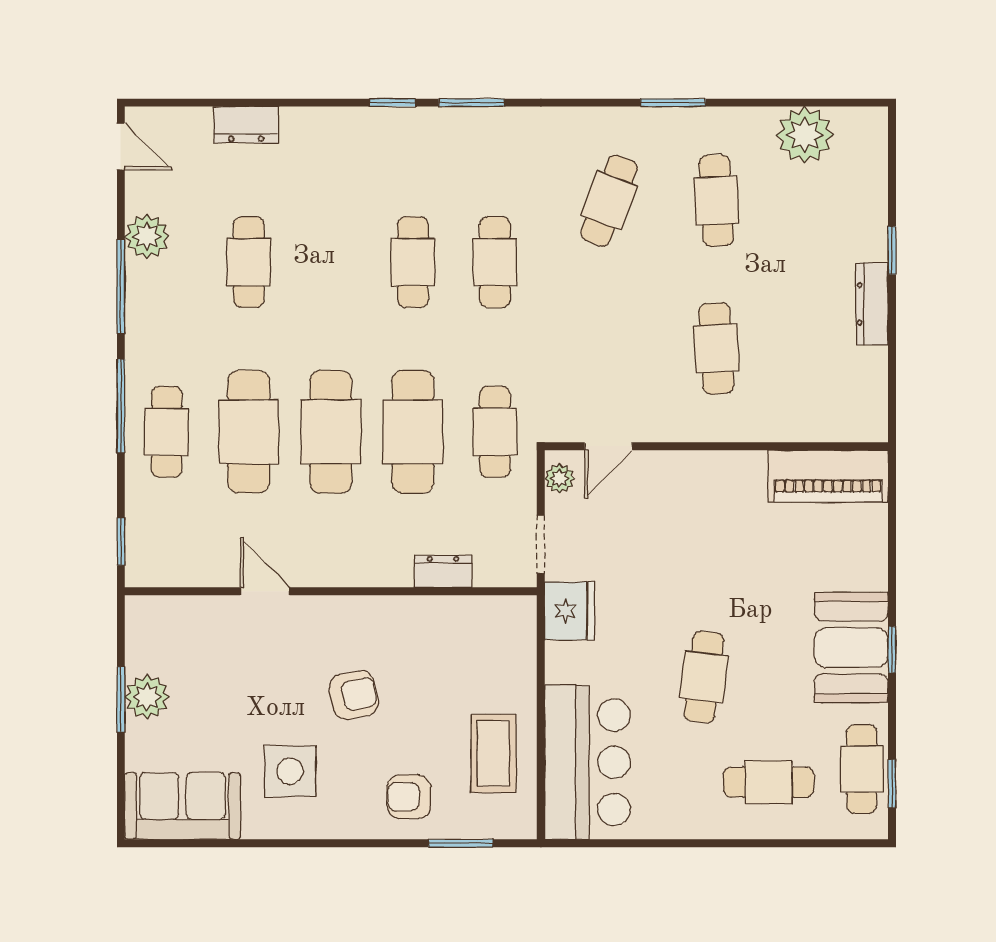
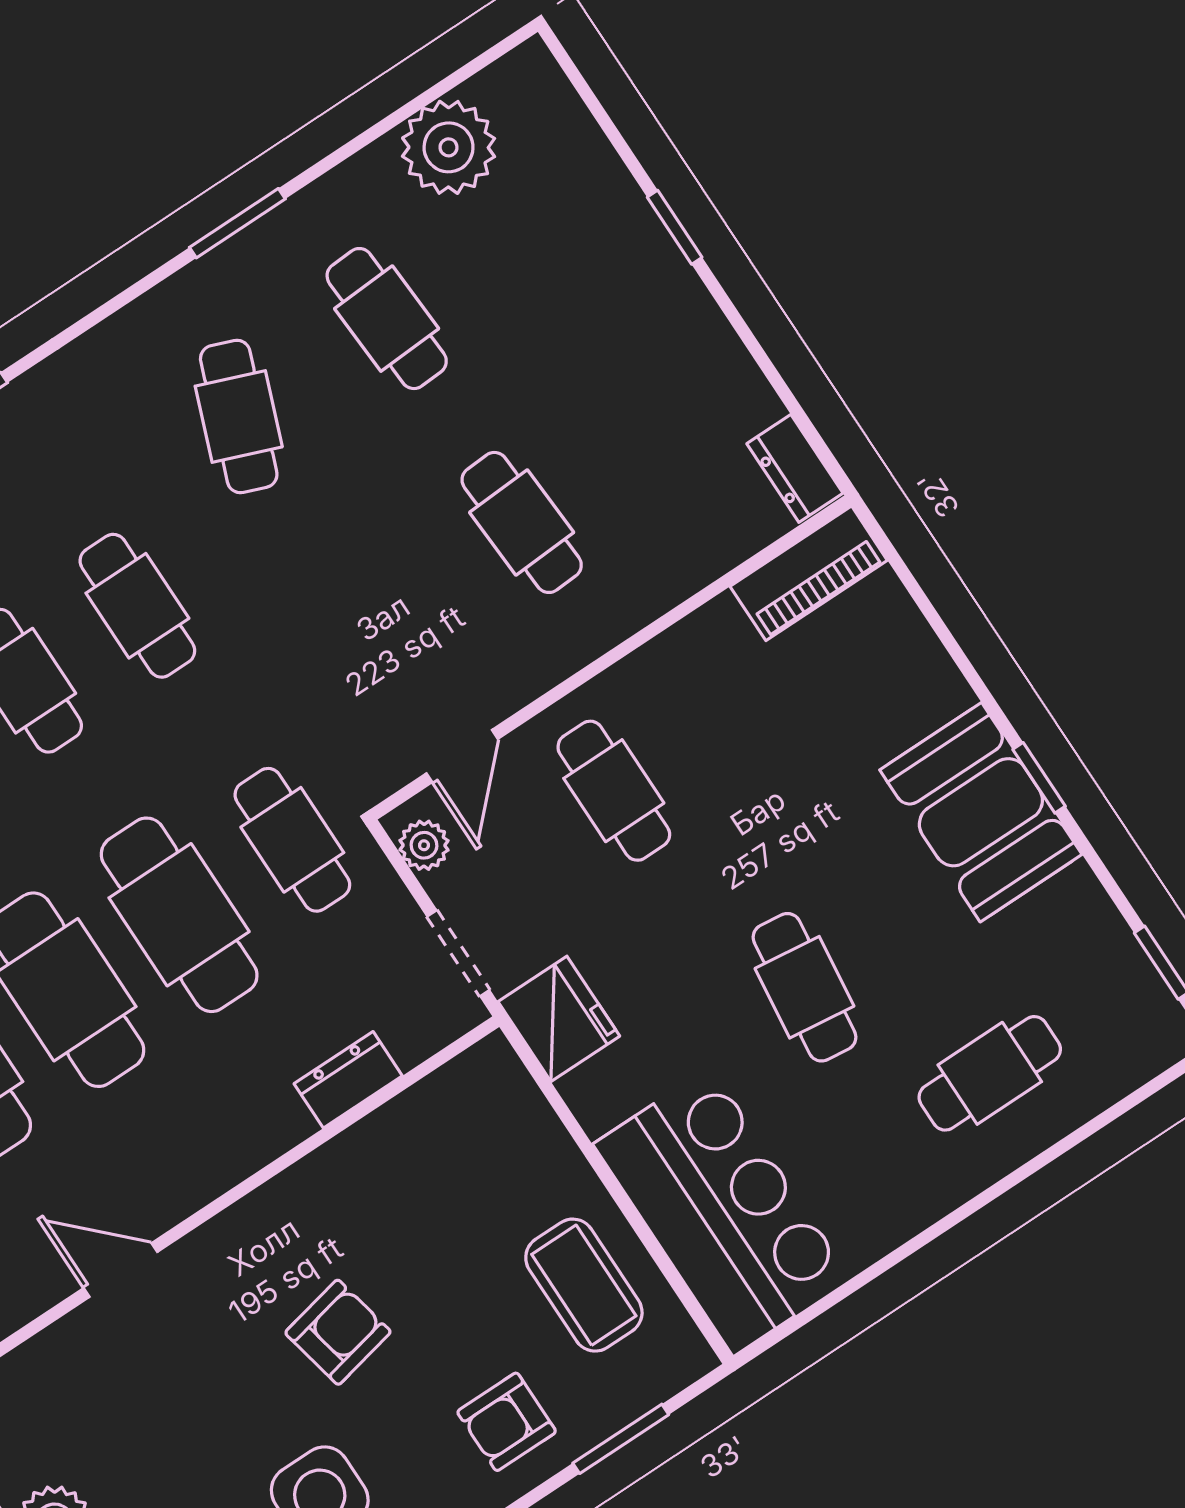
dresser: (872, 304) -> (795, 468), moved, width x0.70
piano: (828, 476) -> (809, 573), width x0.73, depth x0.75
cafe table: (862, 769) -> (614, 791), moved

